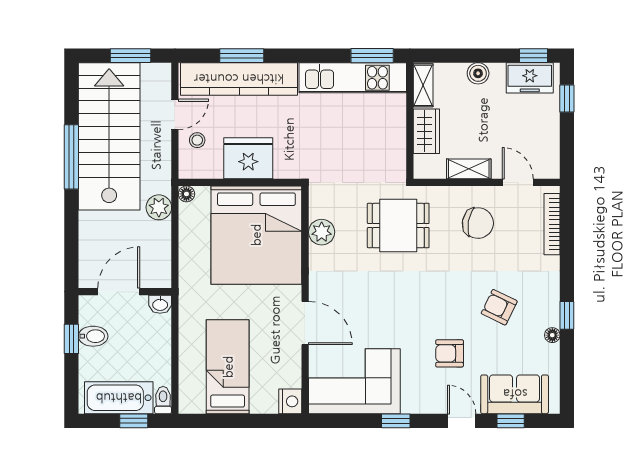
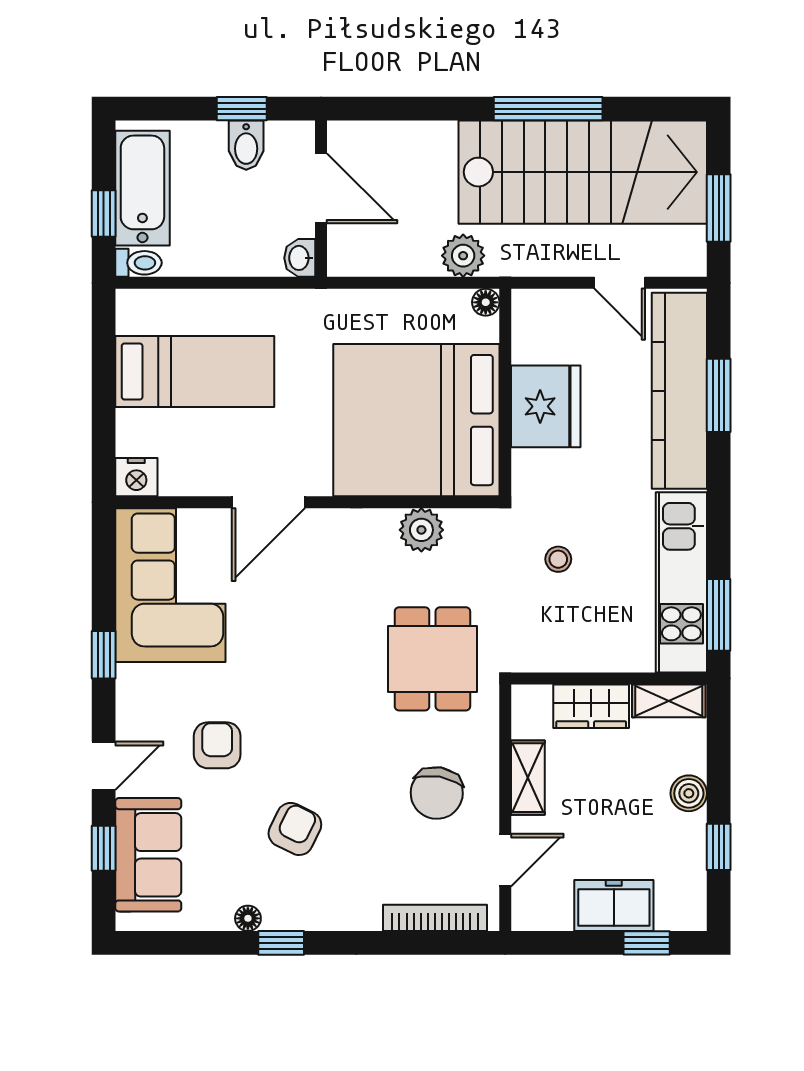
window: (533, 56) -> (719, 847), moved
freezer: (530, 78) -> (614, 905), moved, turned 90
stool: (197, 140) -> (558, 559), moved

